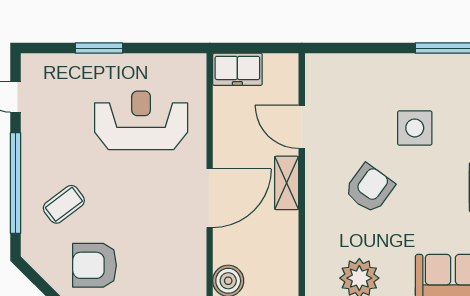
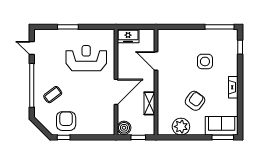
shelving: (287, 183) -> (149, 103), moved
armchair: (370, 188) -> (195, 101), moved
armchair: (95, 265) -> (66, 121), turned 90

